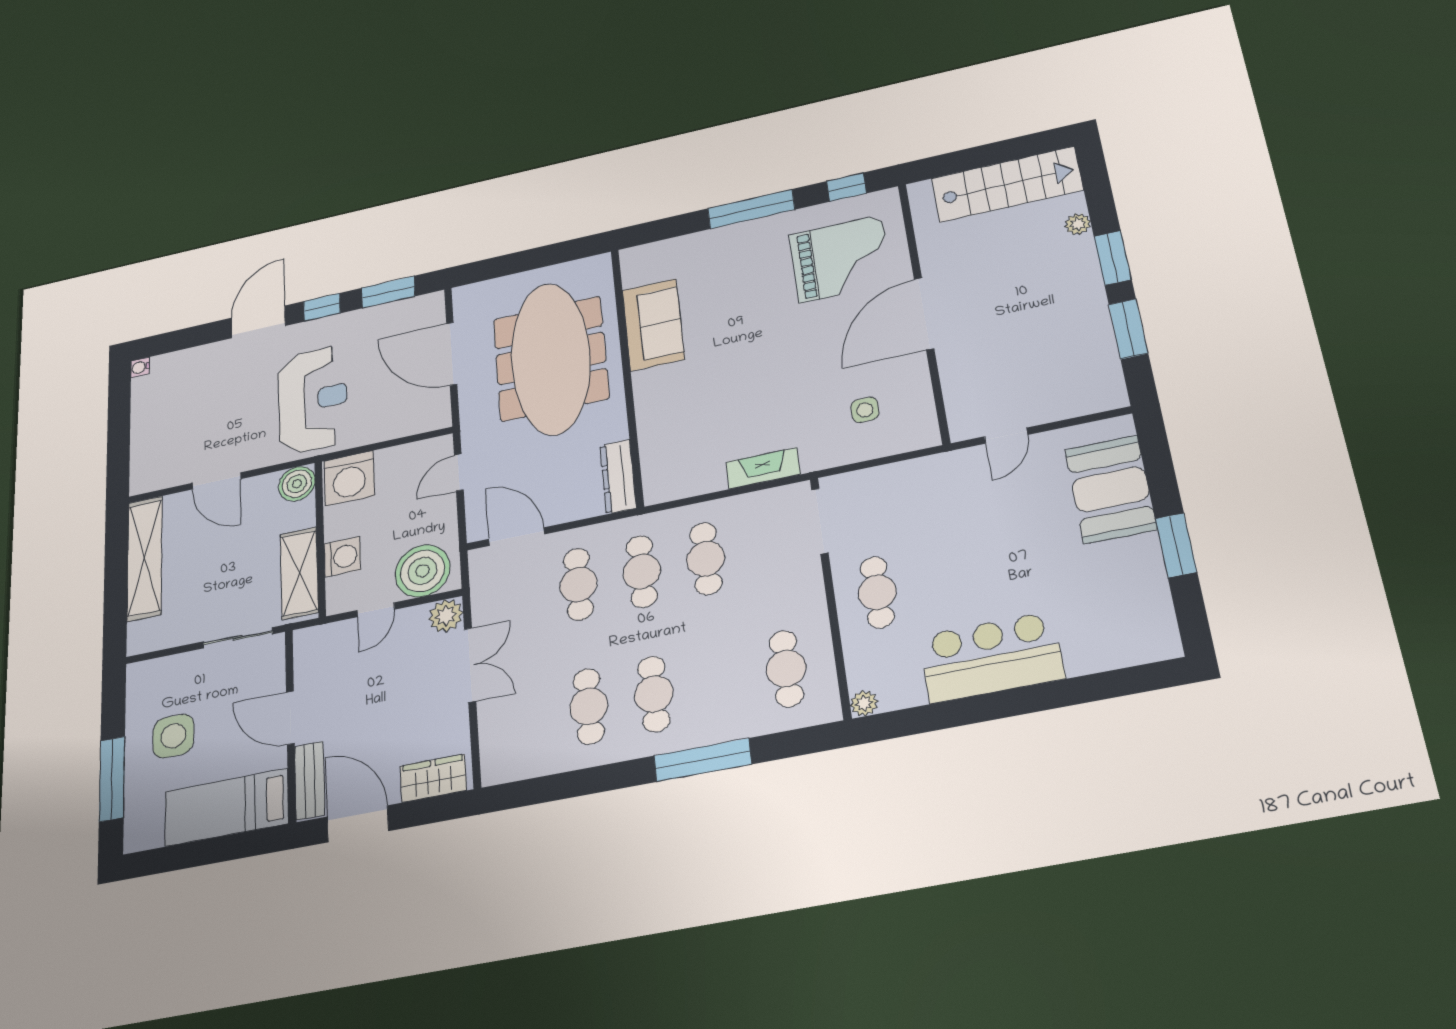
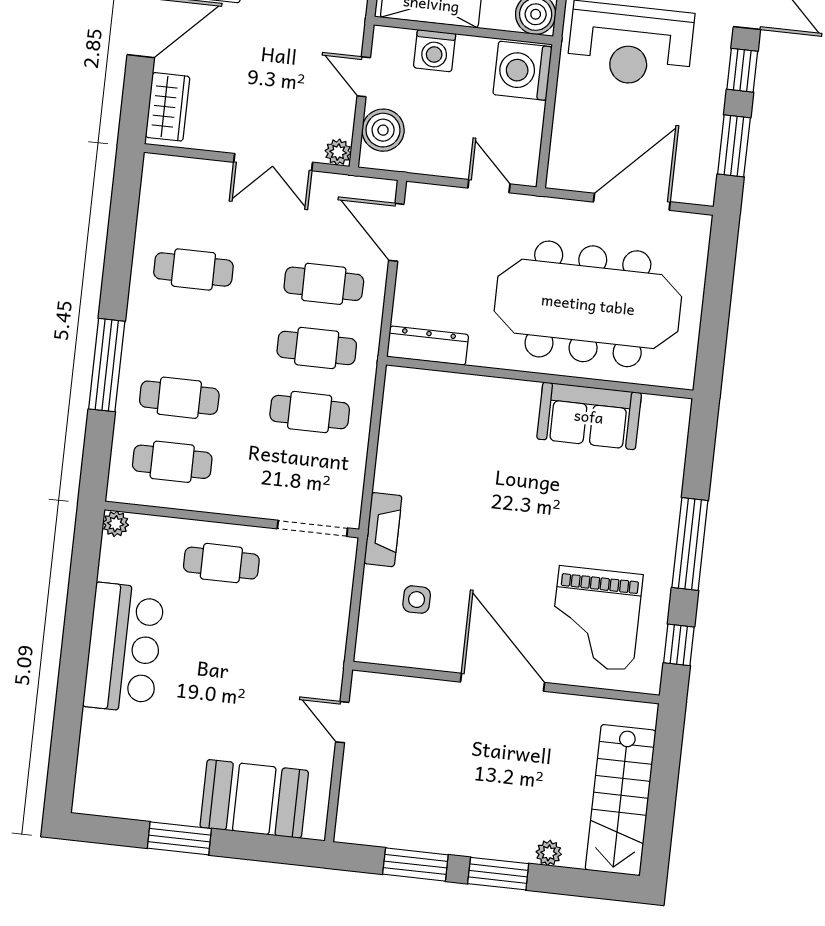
fireplace: (763, 468) -> (383, 530), moved
door: (517, 537) -> (396, 232), swing flipped
boiler: (422, 571) -> (383, 130), width x0.73, depth x0.73
plant: (446, 616) -> (338, 152), width x0.73, depth x0.73
cafe table: (654, 694) -> (179, 398), moved

